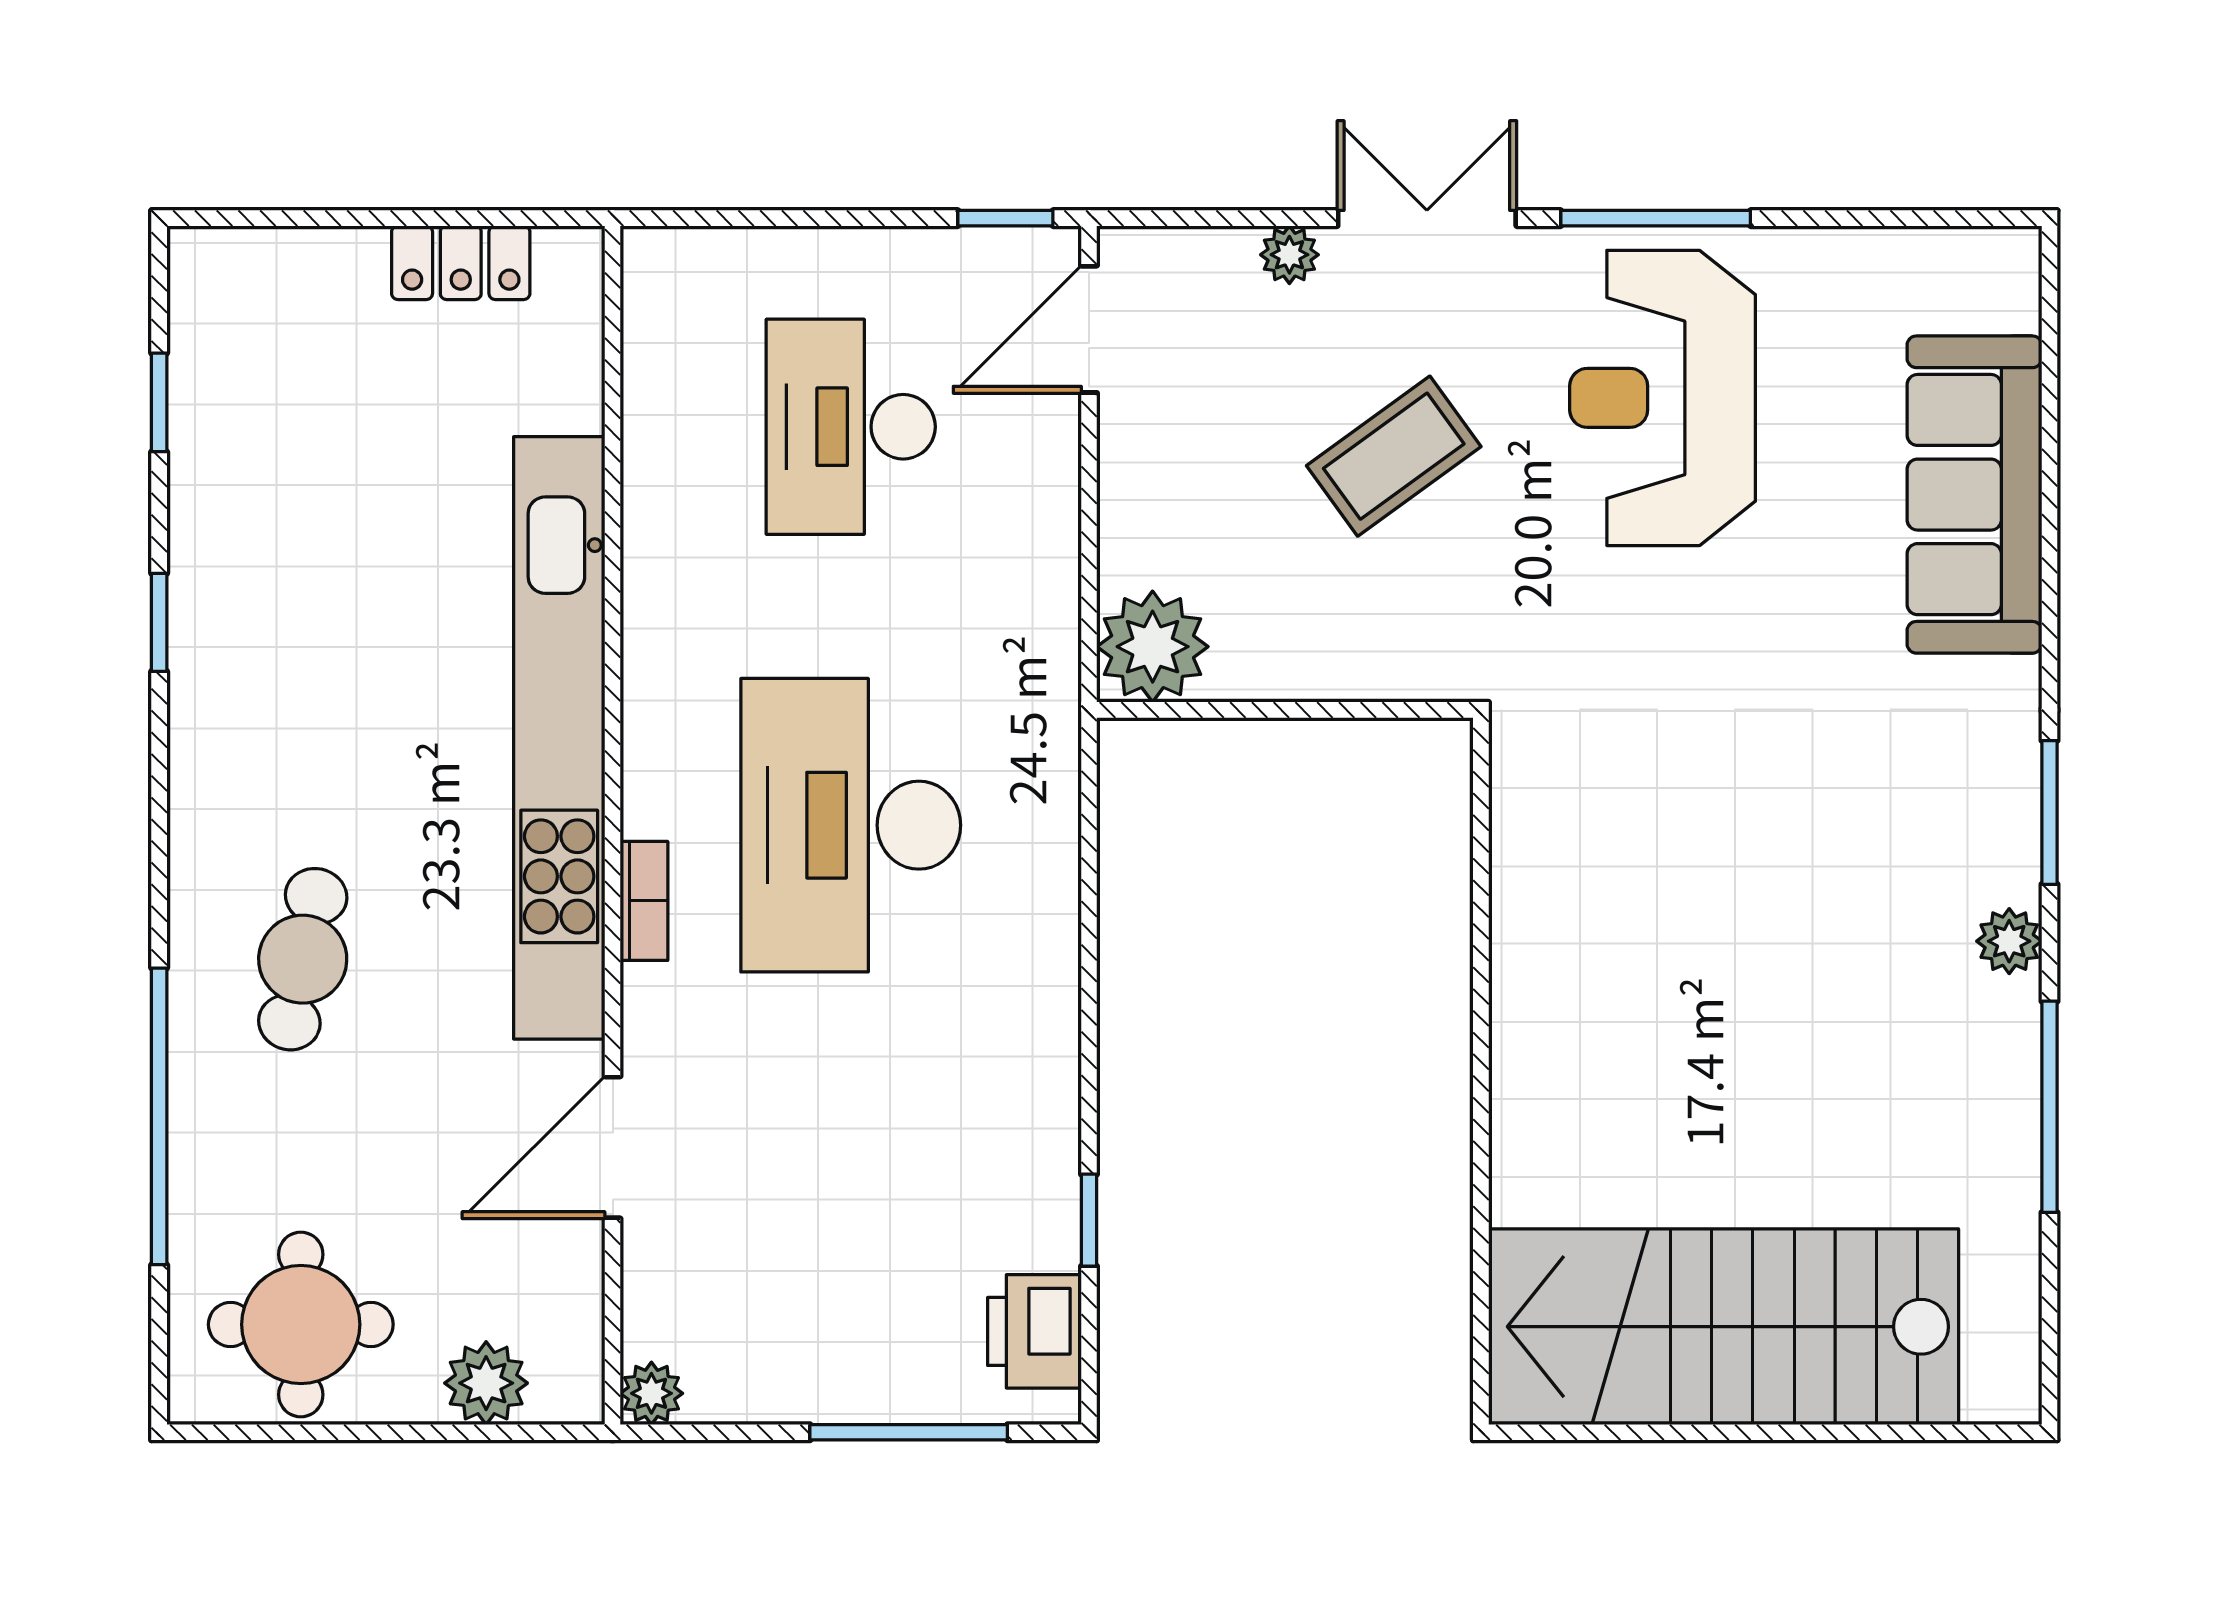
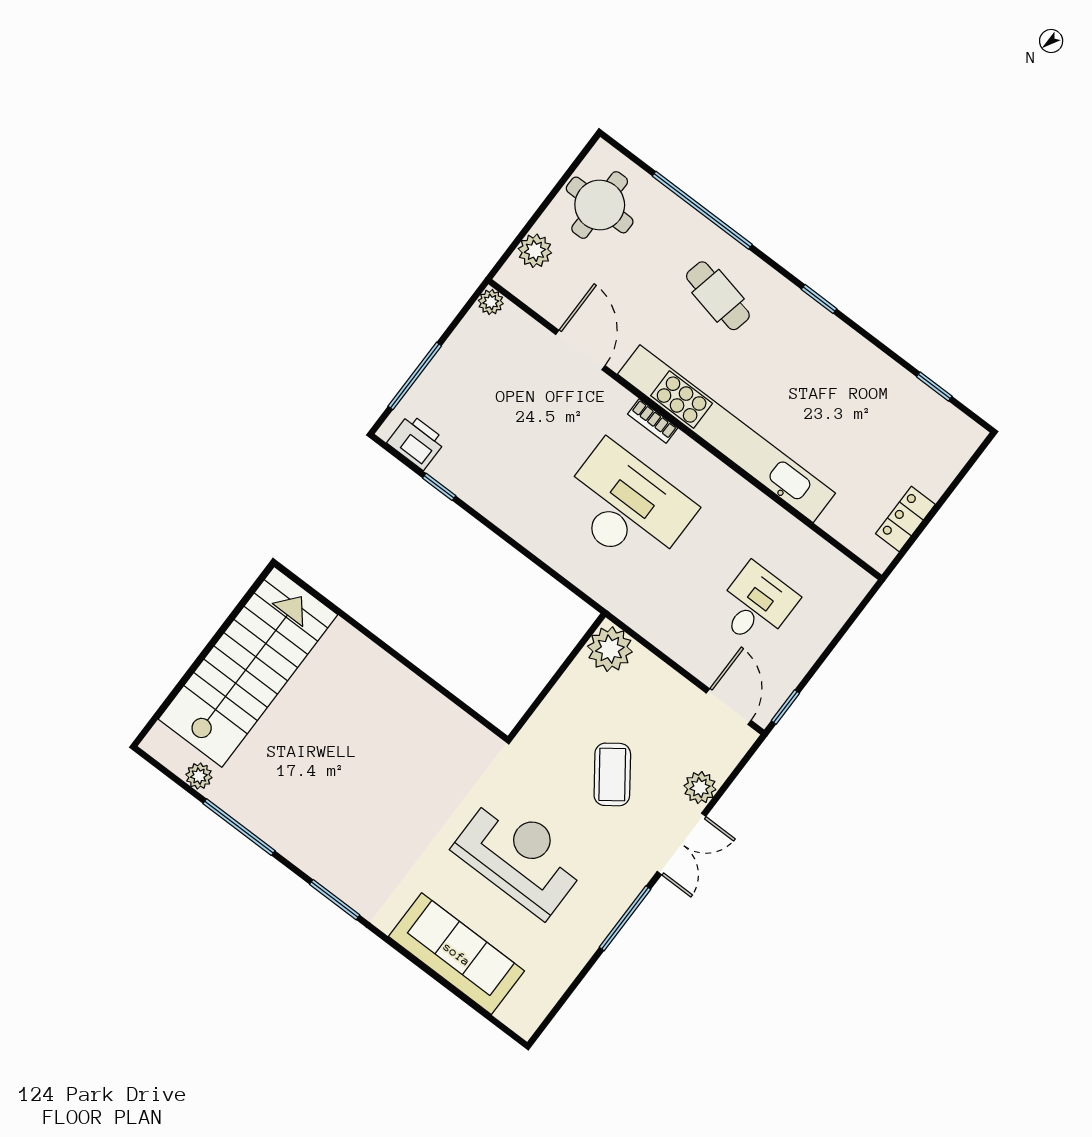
plant: (1289, 255) -> (700, 788), width x1.38, depth x1.38
reception desk: (1663, 398) -> (520, 856), moved
desk: (851, 427) -> (756, 605), width x0.73
window: (159, 622) -> (819, 299), moved
plant: (2009, 941) -> (199, 776), moved

